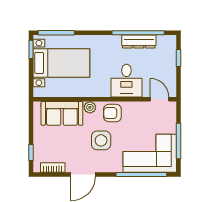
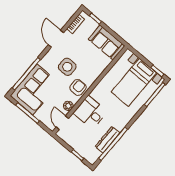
door: (159, 99) -> (62, 123), swing flipped
plant: (90, 107) -> (68, 106), moved
sofa: (62, 113) -> (107, 42), moved, turned -90

